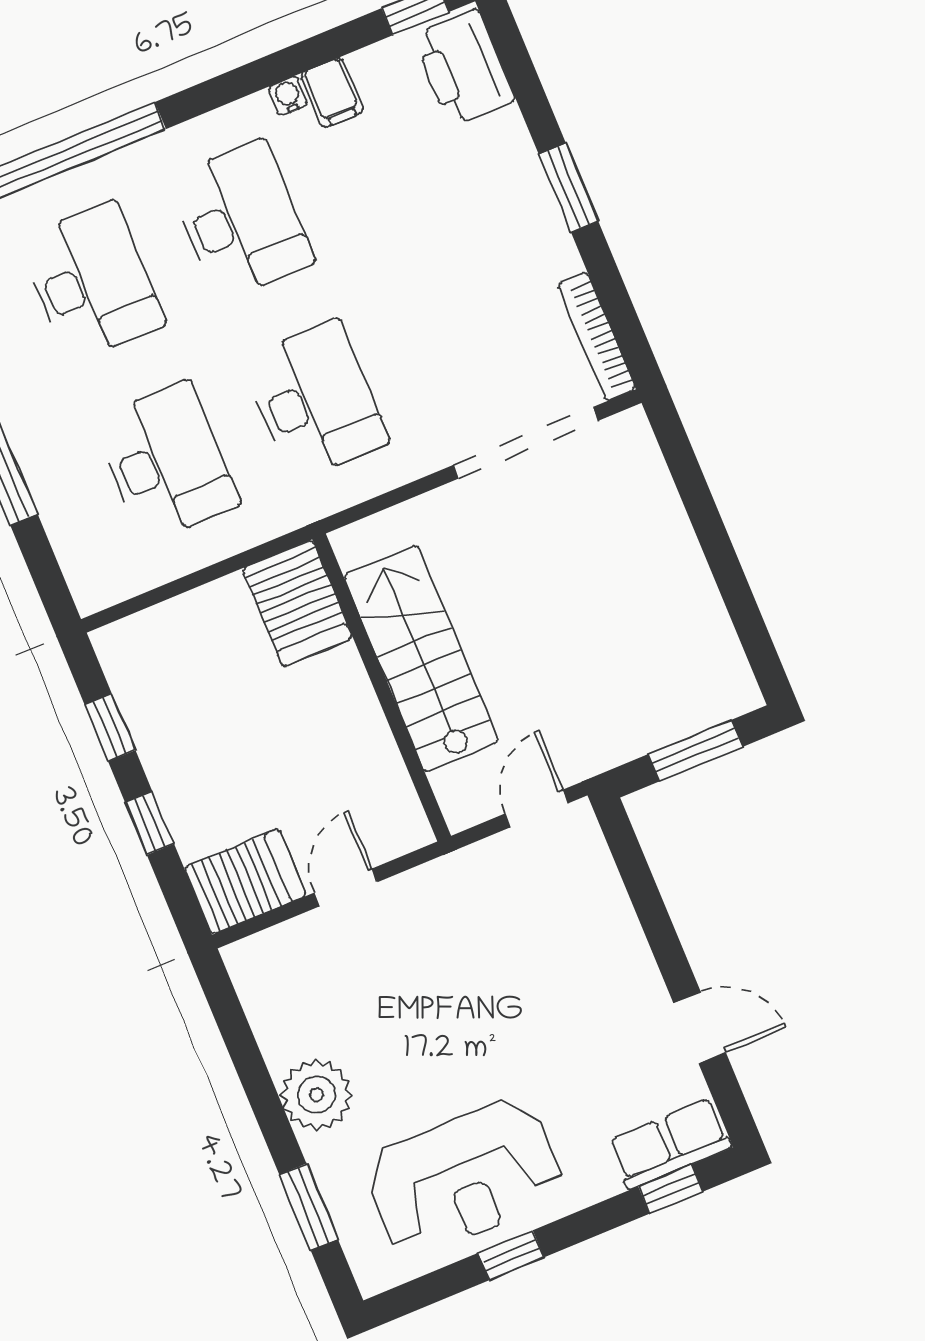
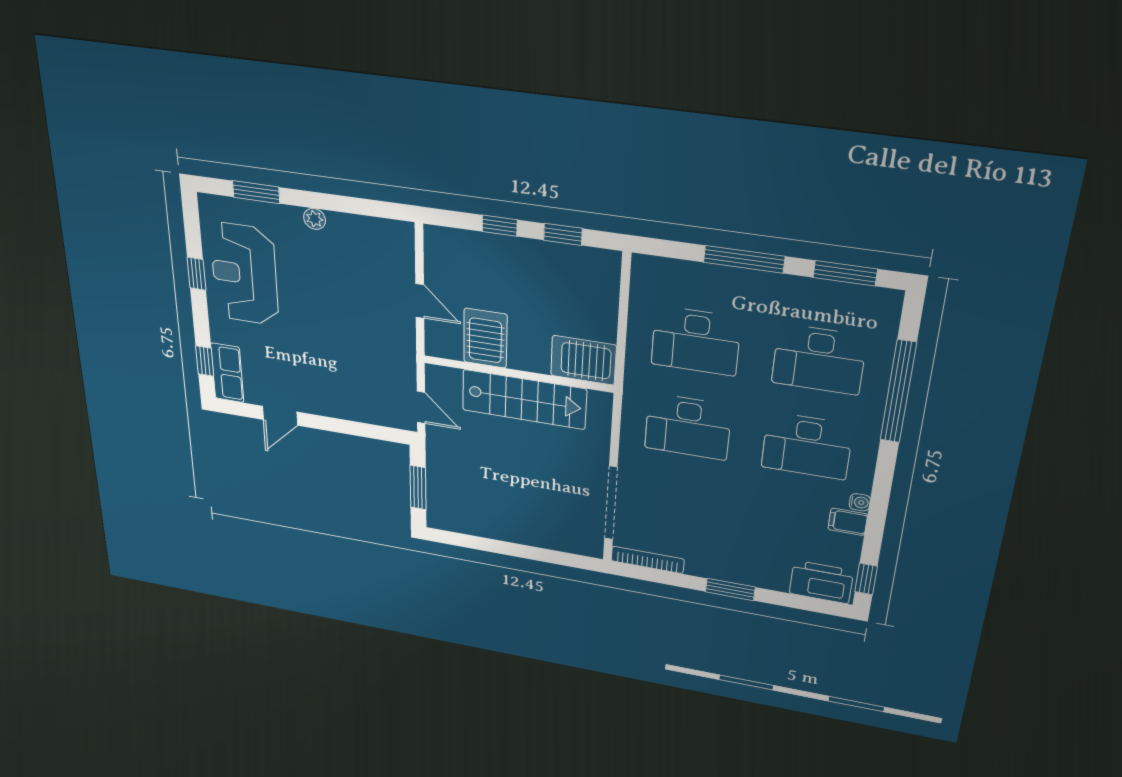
server rack: (245, 881) -> (485, 338), moved, turned 180
plant: (316, 1095) -> (315, 219), width x0.53, depth x0.53

